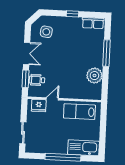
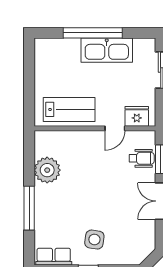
side table: (46, 32) -> (94, 240), moved
kitchen sink: (83, 148) -> (107, 50), moved

